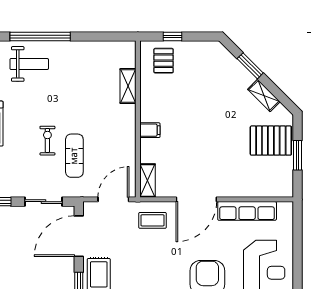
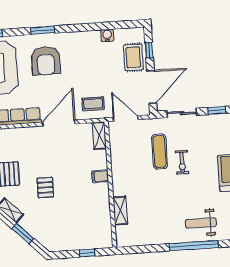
pallet: (164, 61) -> (45, 188), moved
door: (113, 199) -> (126, 118), swing flipped

